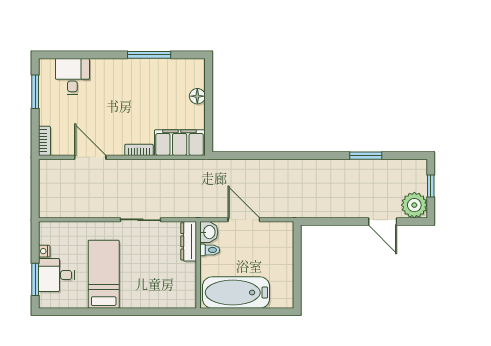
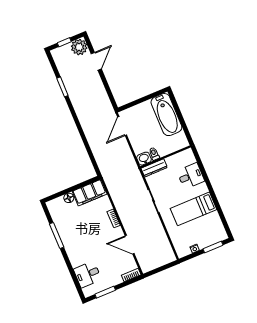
filing cabinet: (180, 143) -> (90, 193), moved, turned -90
door: (90, 157) -> (130, 245), hinge flipped
door: (244, 220) -> (122, 126), moved
desk: (56, 275) -> (191, 176), moved, turned -90
bathtub: (236, 293) -> (166, 115), moved

